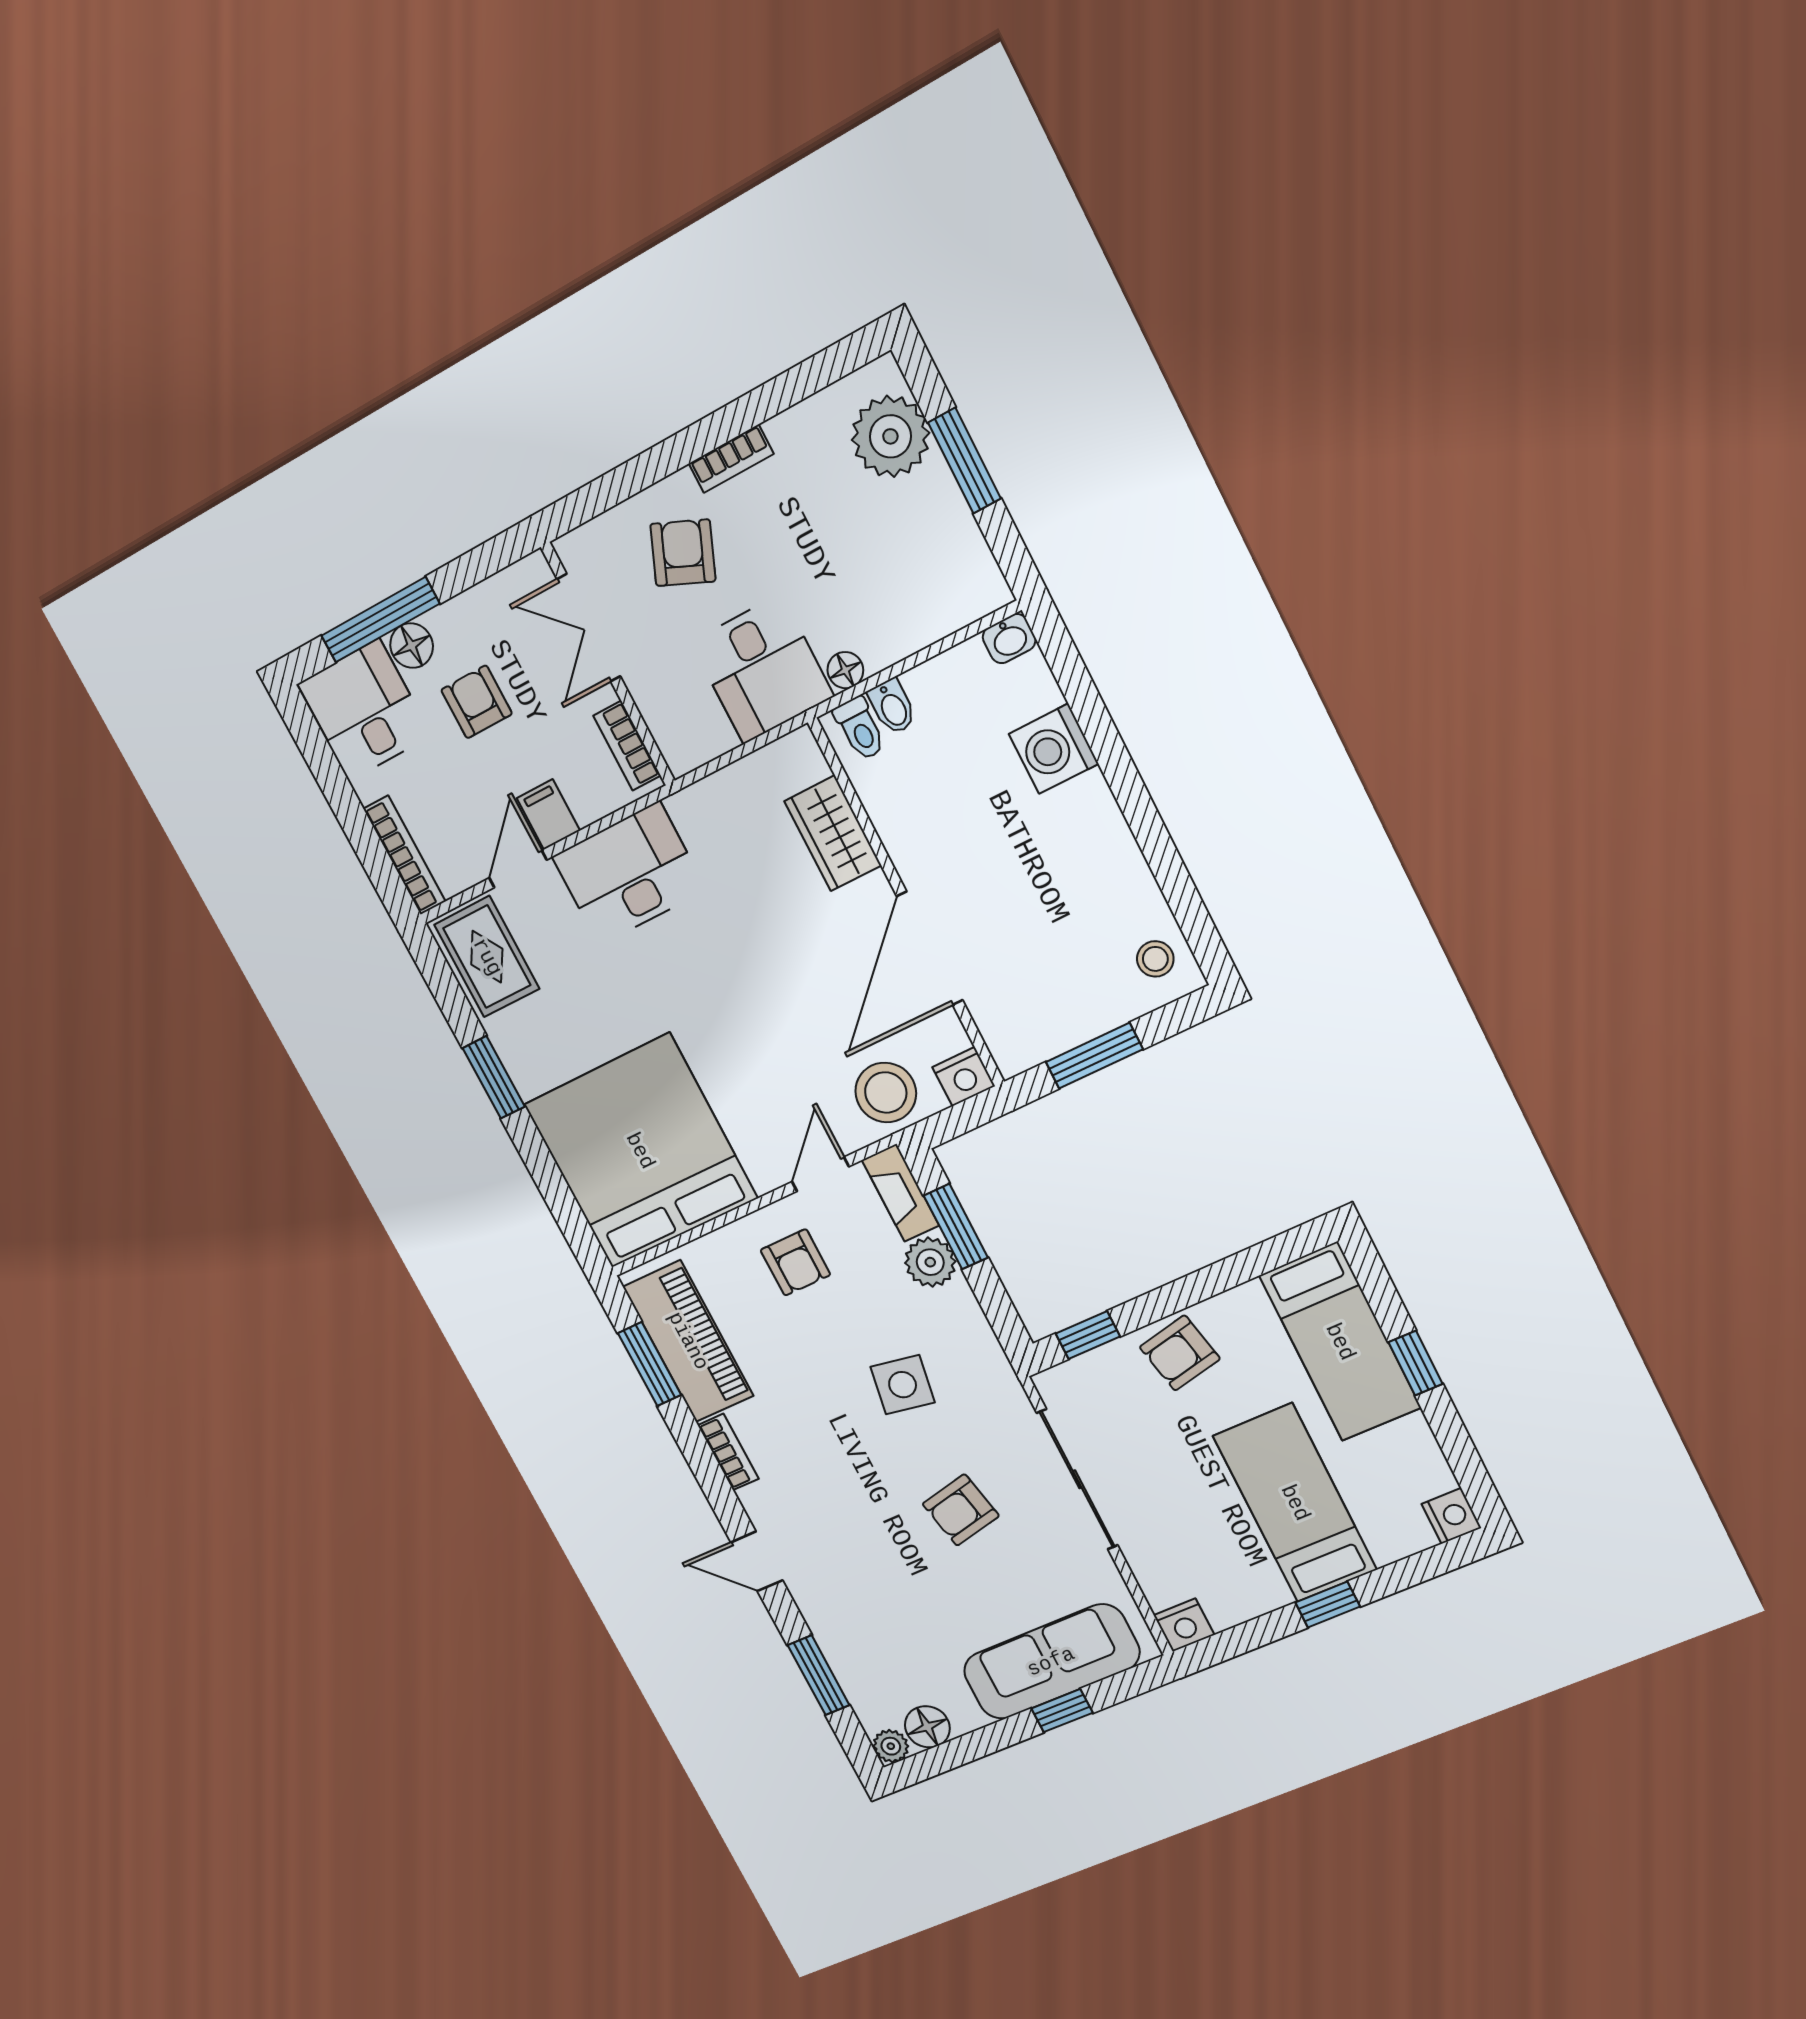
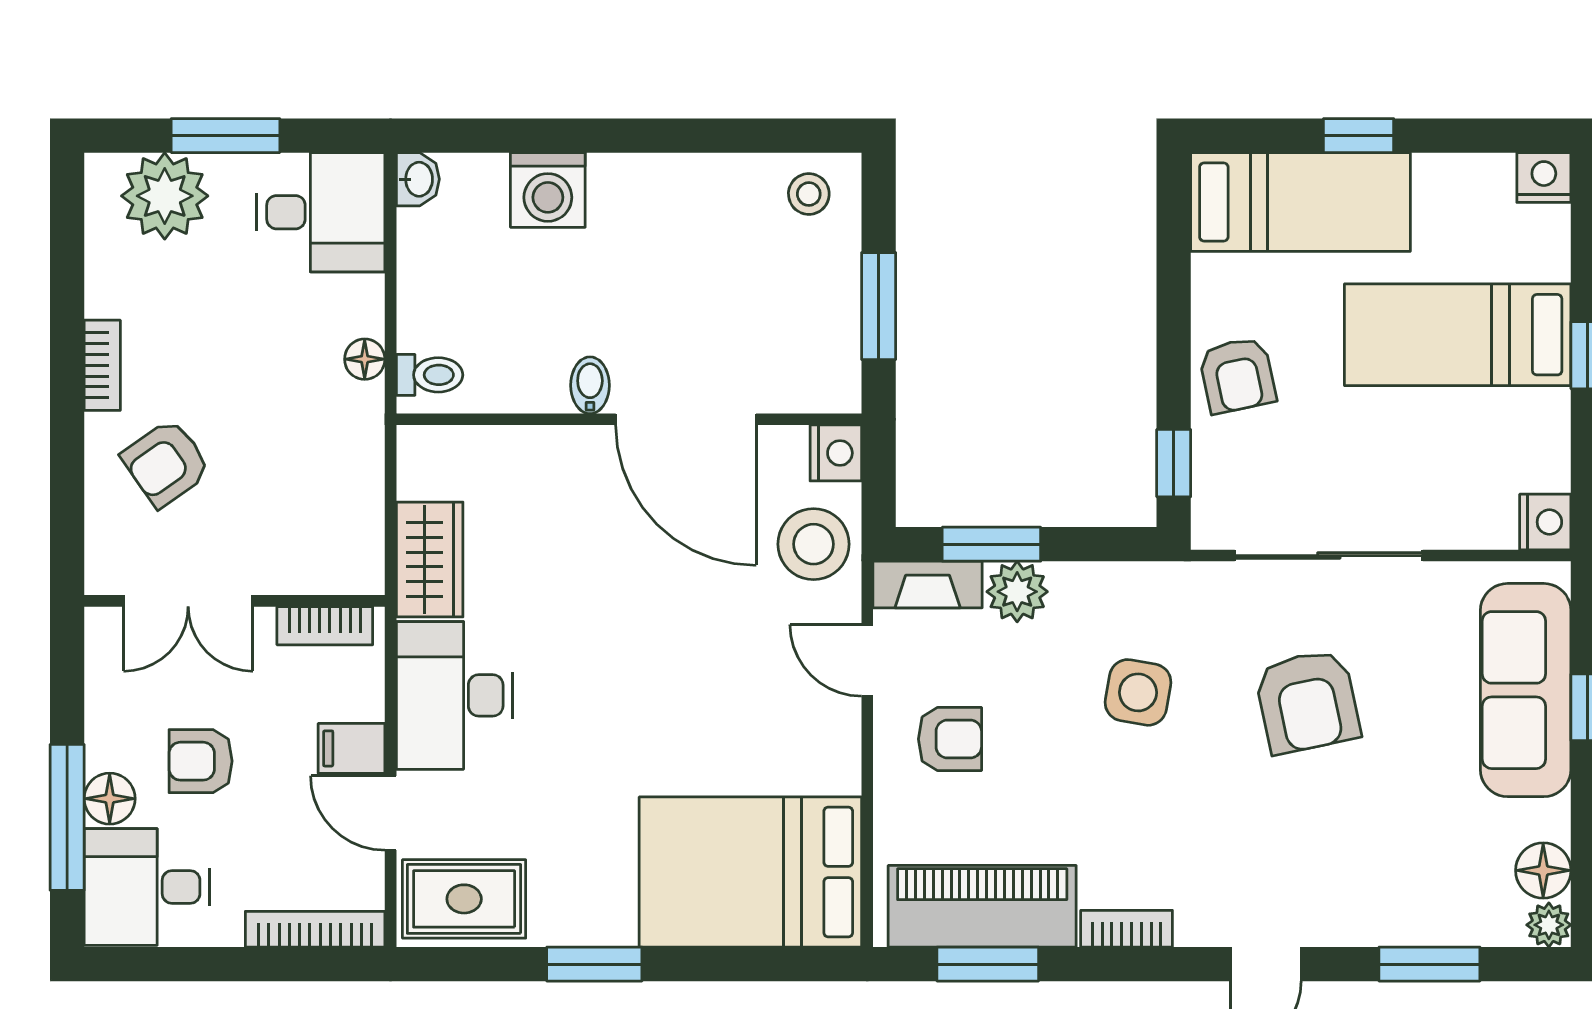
armchair: (683, 553) -> (166, 463), turned -58
desk: (762, 669) -> (321, 212), moved
bidet: (892, 707) -> (590, 385), moved, turned -90
wardrobe: (833, 833) -> (430, 560), moved, turned -90
bed: (640, 1151) -> (750, 872), width x0.73
armchair: (961, 1510) -> (1307, 701), width x1.38, depth x1.38

